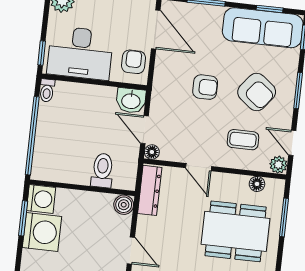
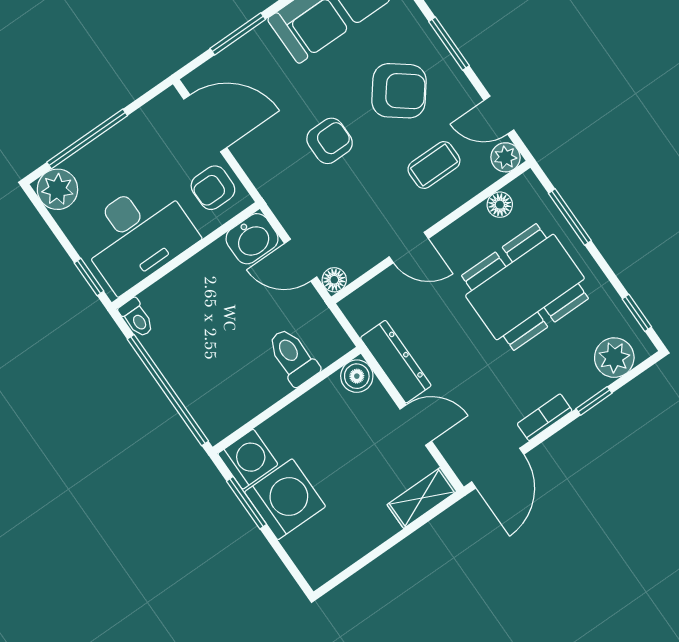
armchair: (134, 62) -> (213, 188), turned -90
dresser: (150, 190) -> (396, 362), moved

